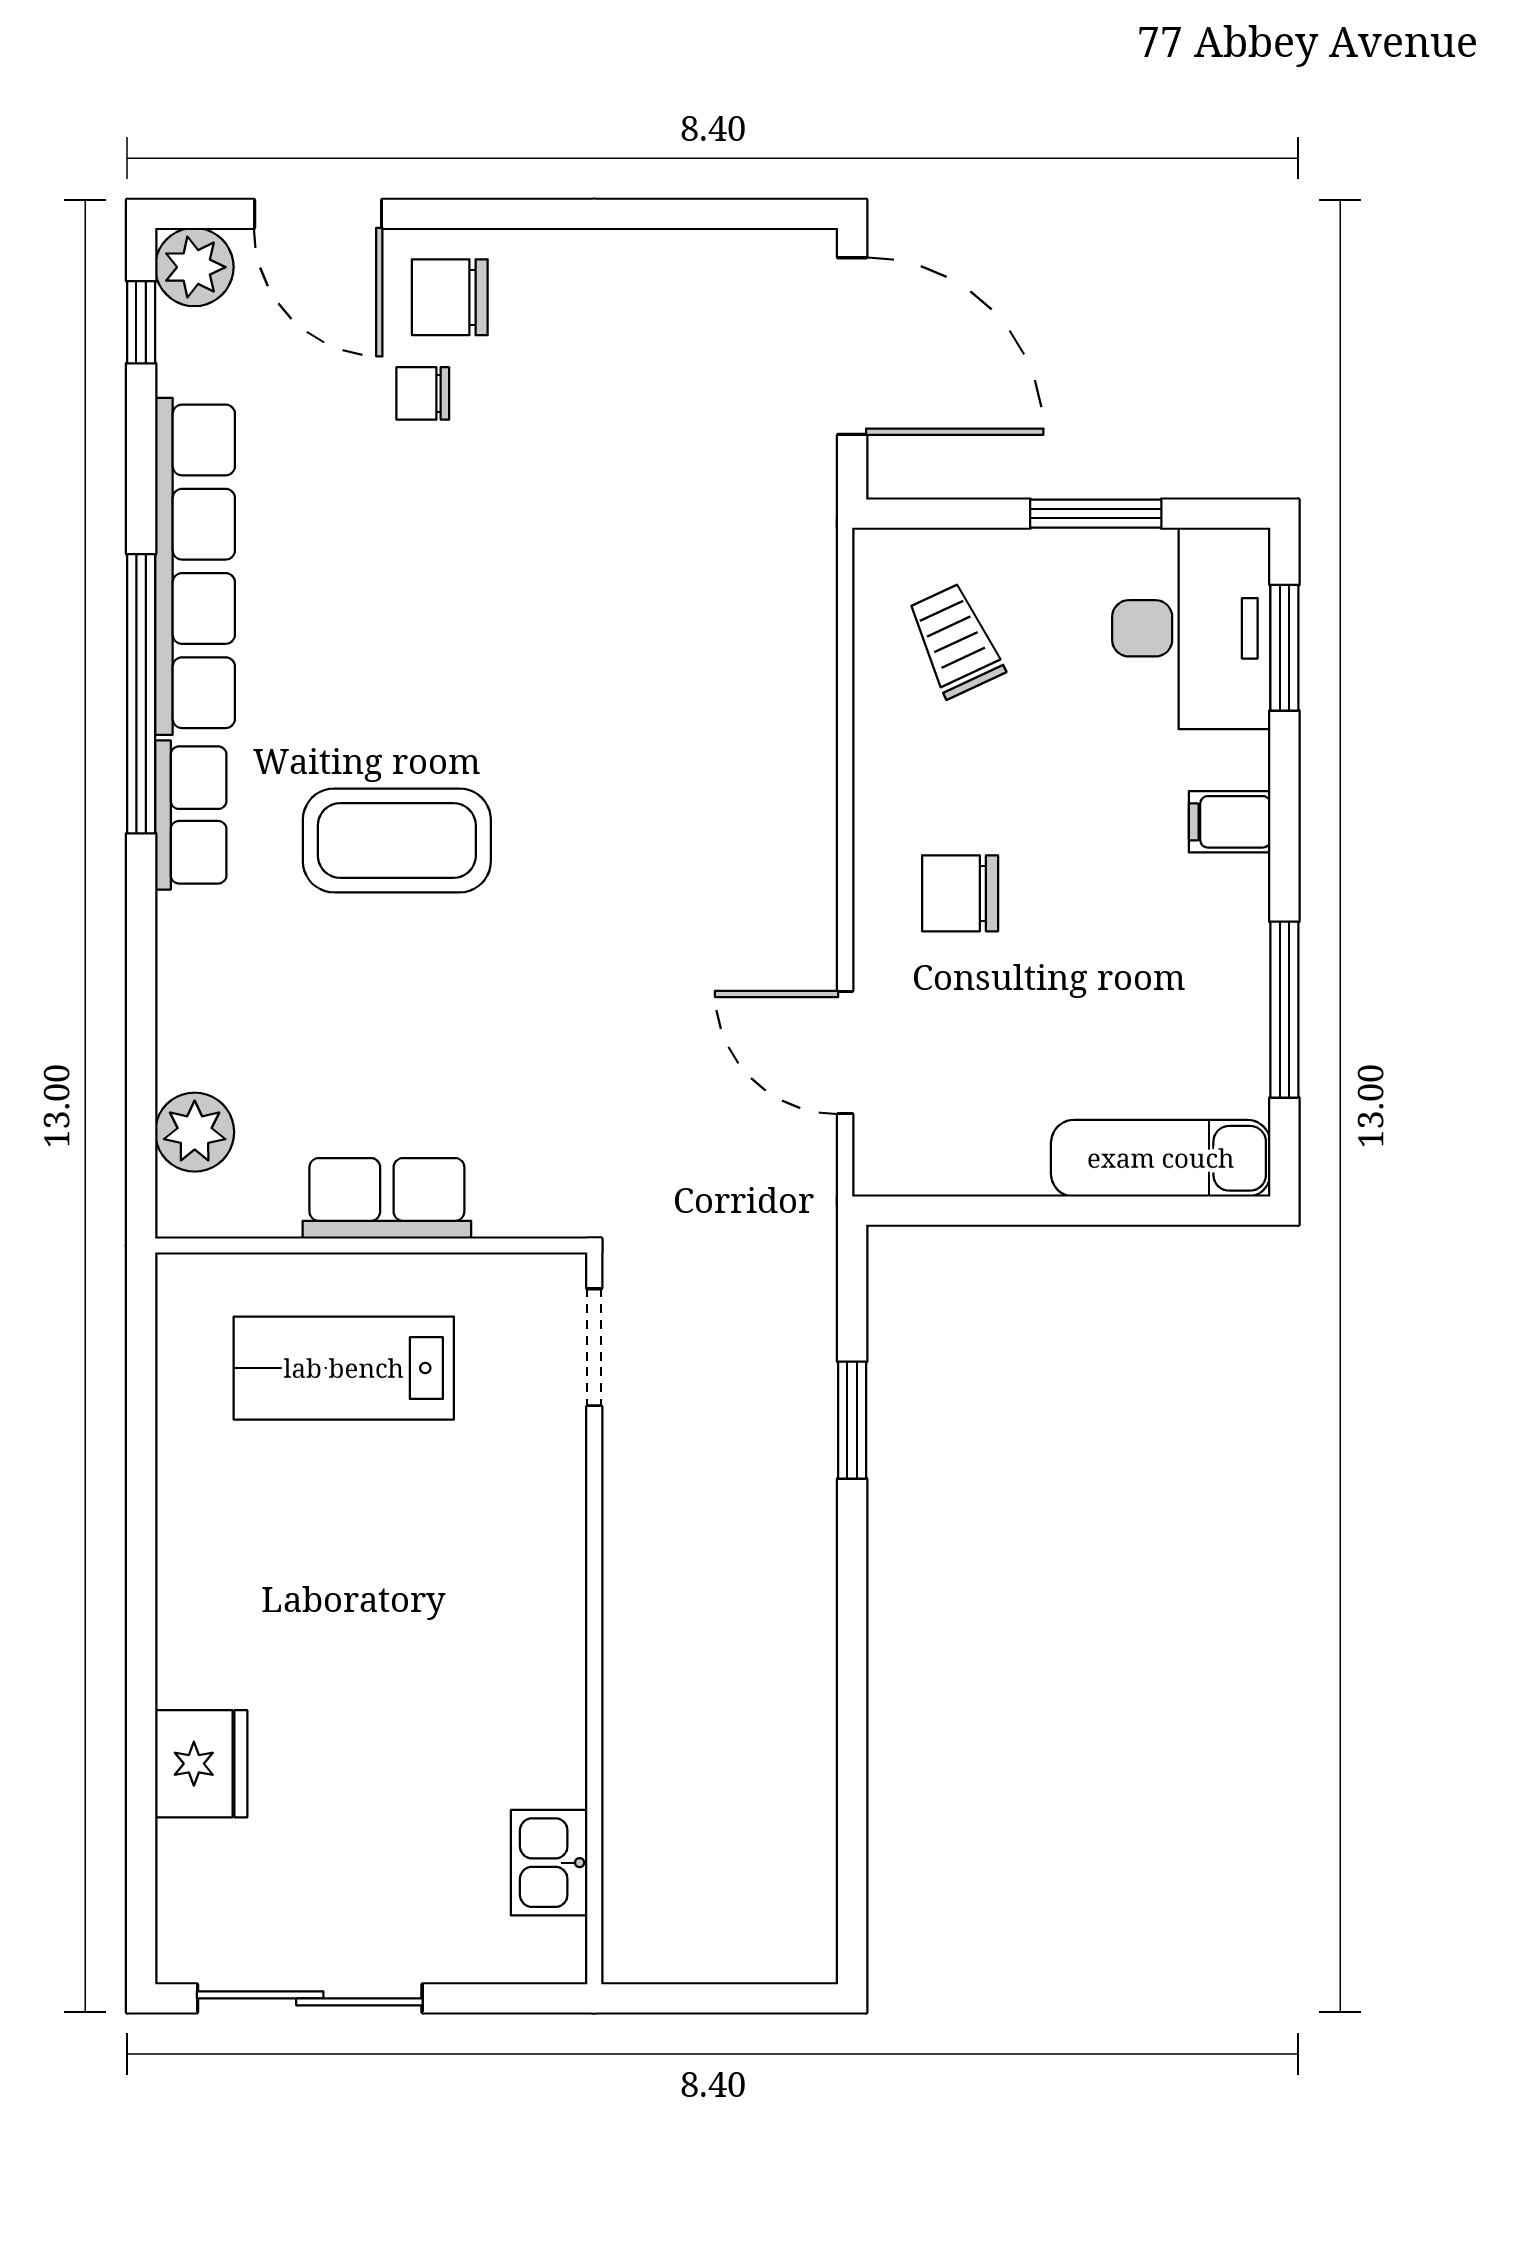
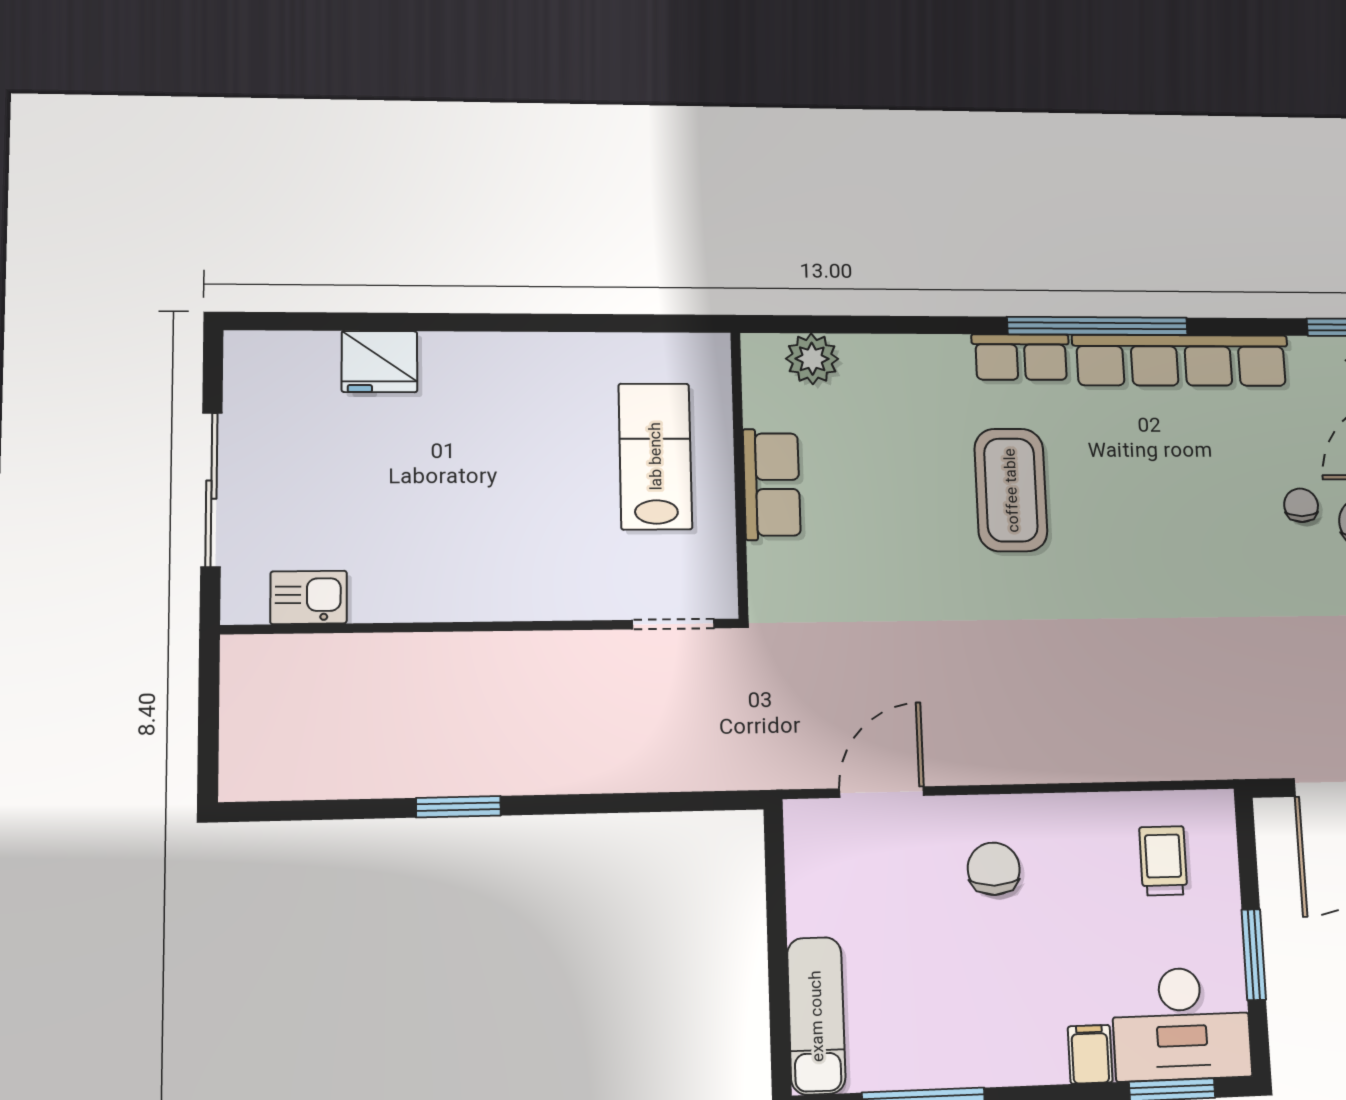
trolley: (955, 641) -> (1163, 861), turned -65
filing cabinet: (1230, 822) -> (1090, 1054), moved
window: (852, 1420) -> (458, 807), moved
sliding door: (310, 1998) -> (211, 490), moved

